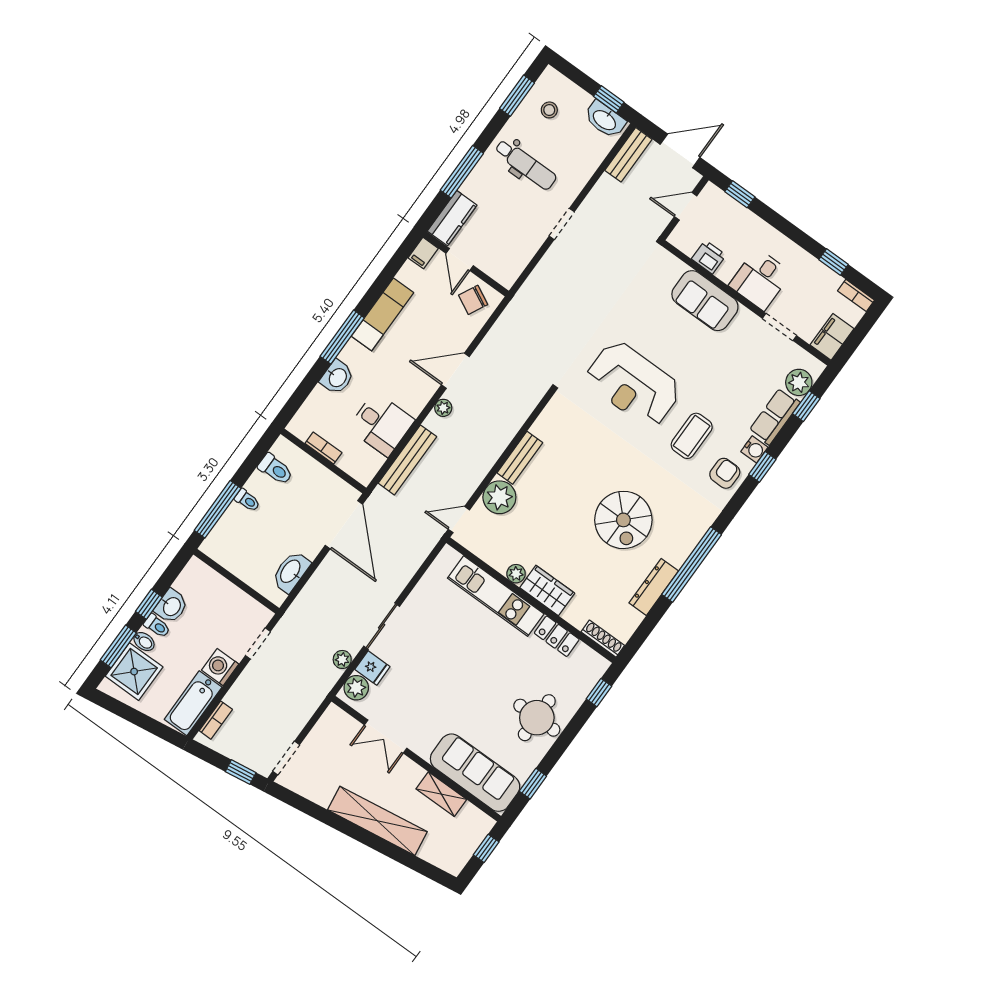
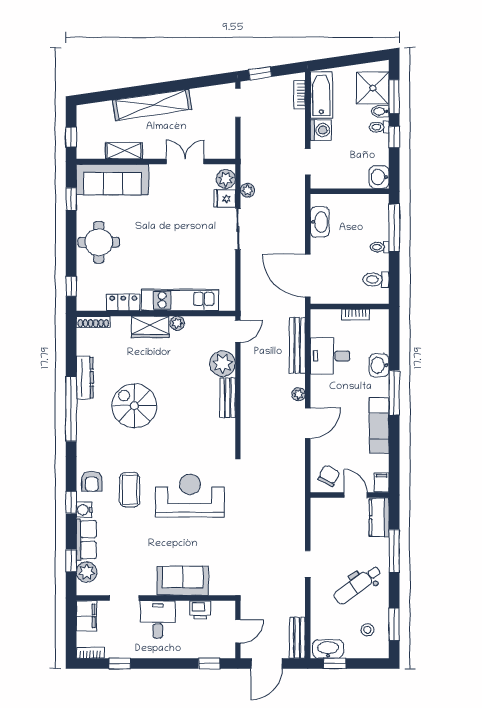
dental chair: (526, 164) -> (357, 585), turned -36
washbasin: (171, 606) -> (379, 177), moved

